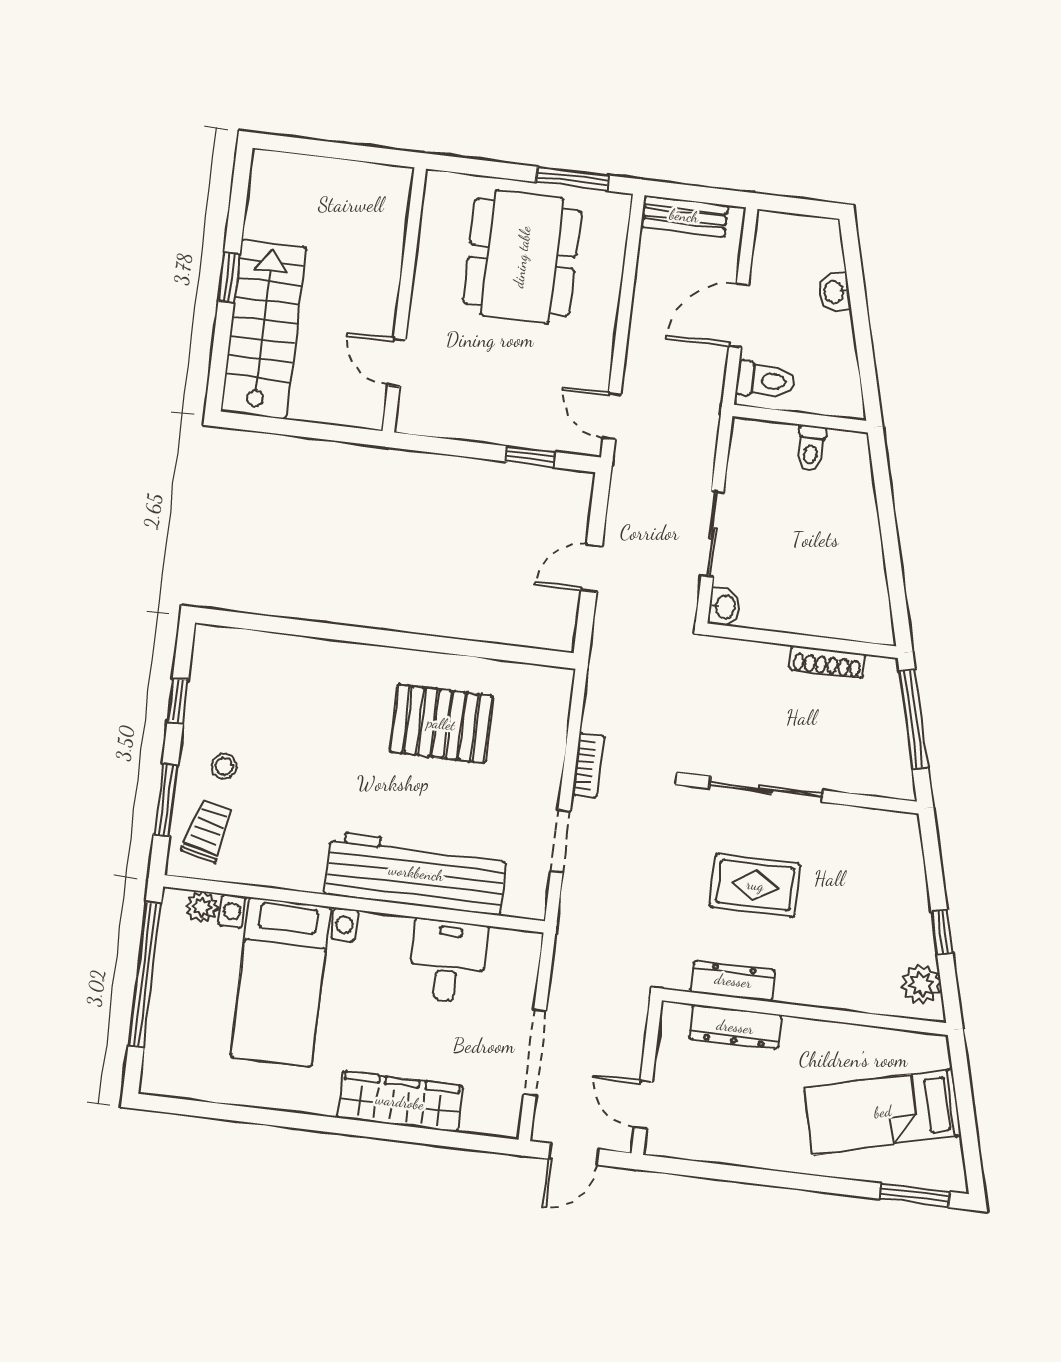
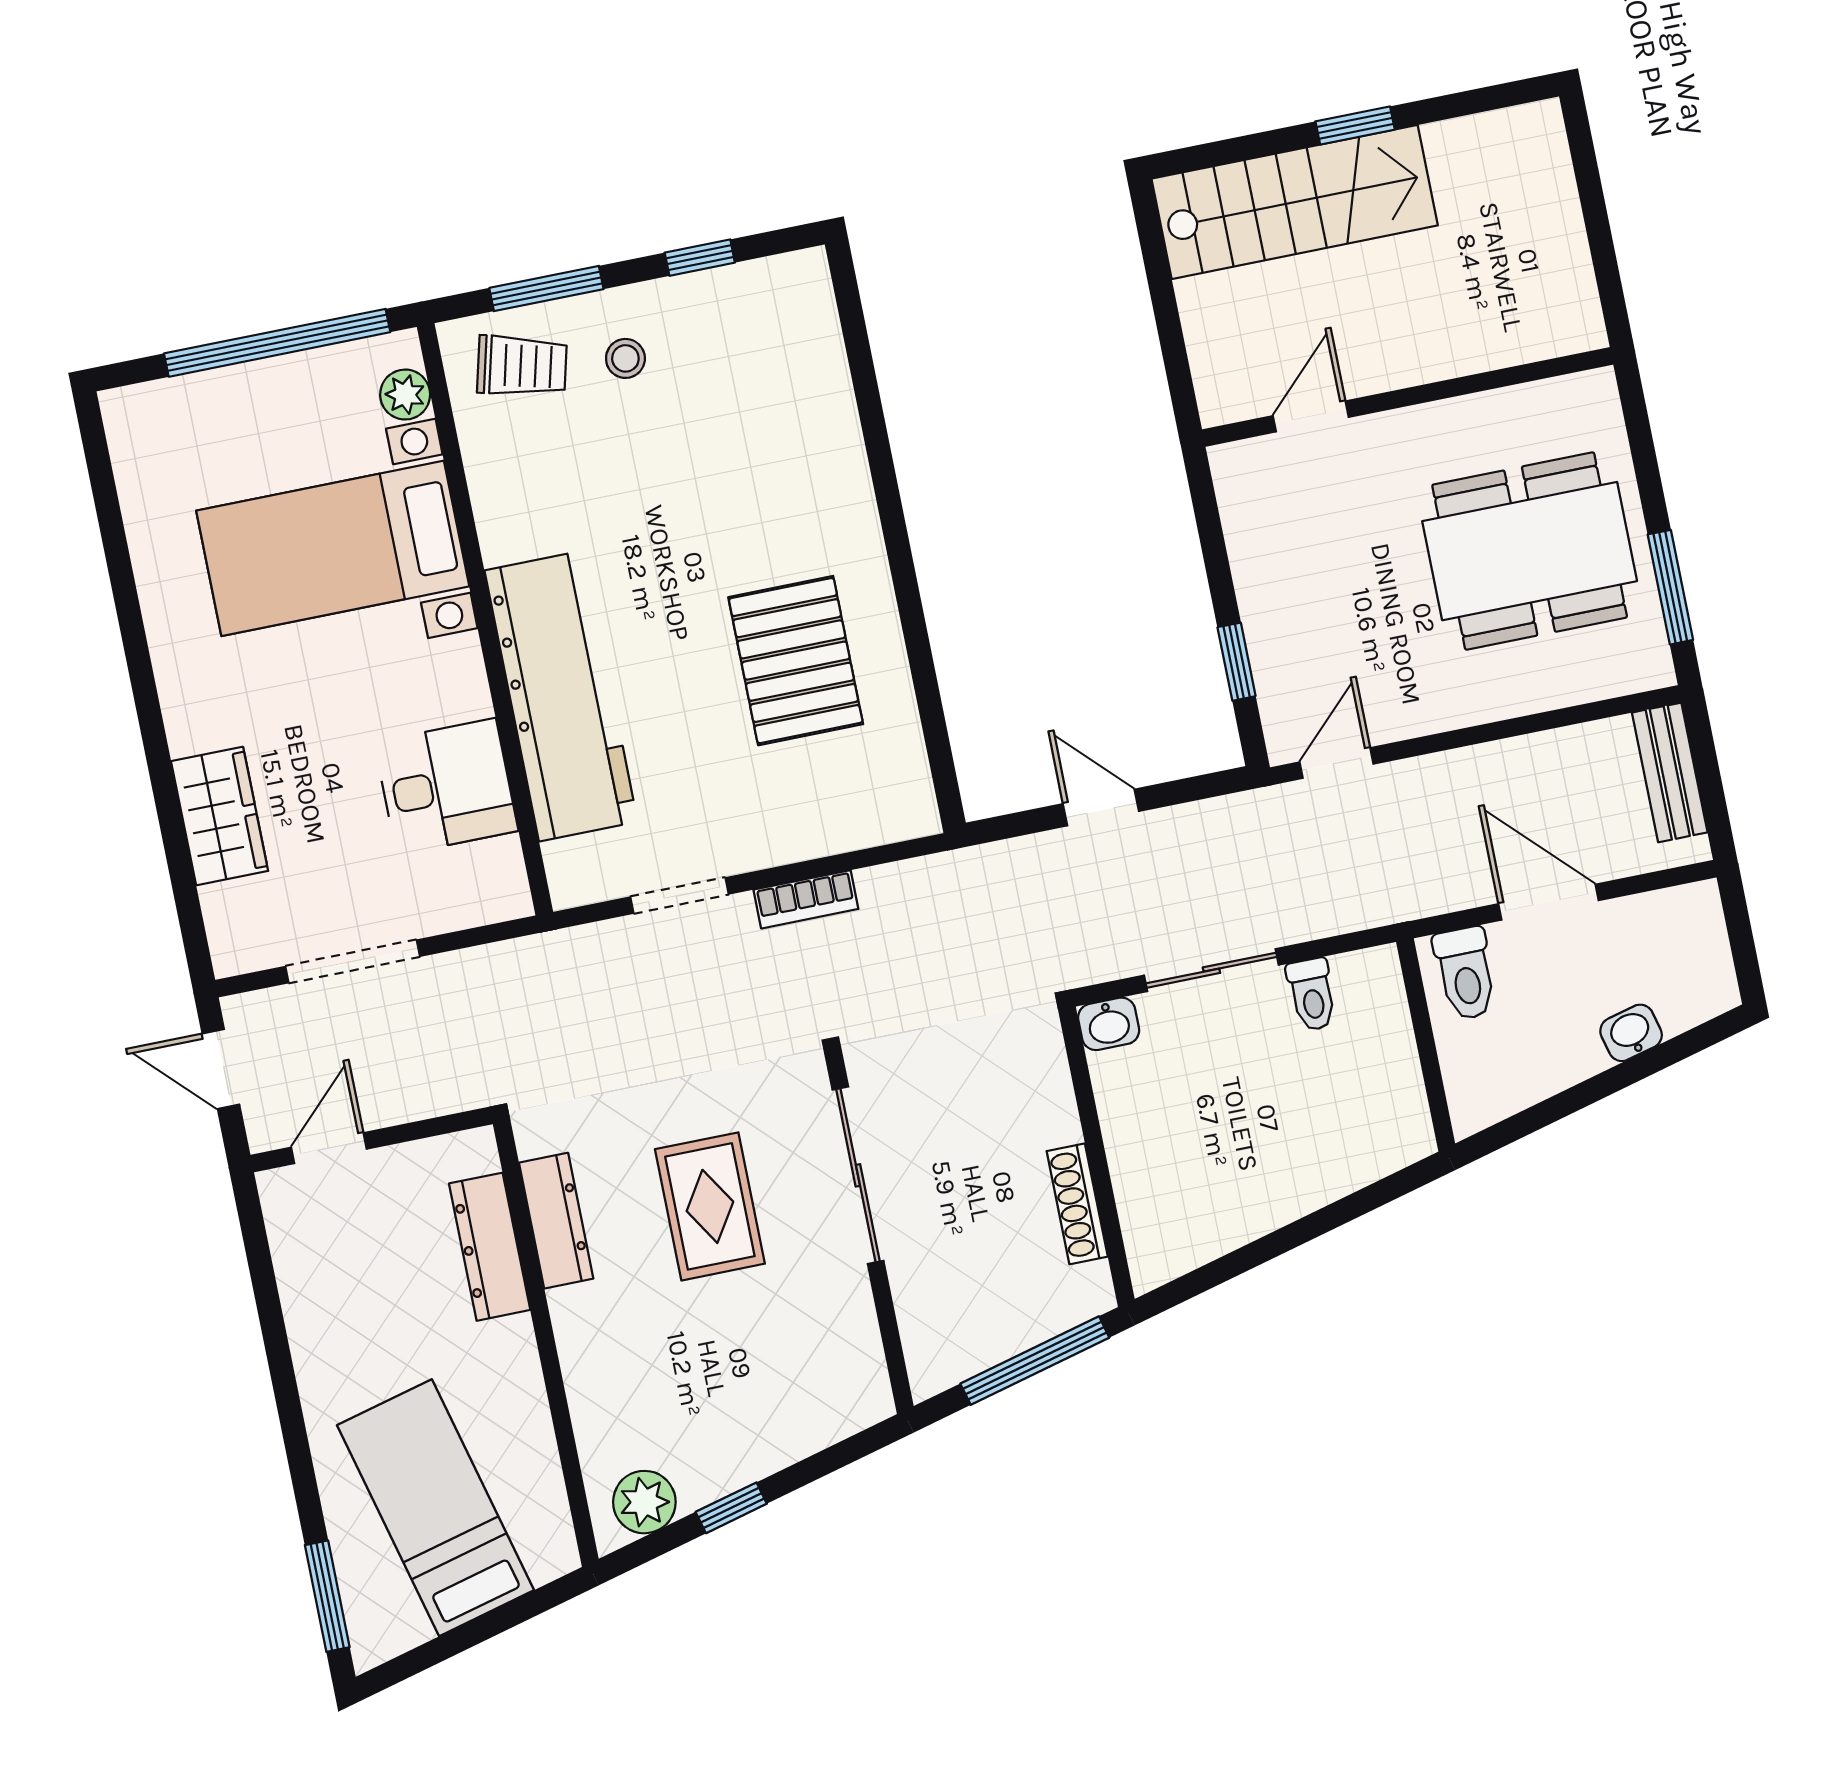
toilet: (811, 448) -> (1312, 994), moved, turned -90
wardrobe: (400, 1102) -> (220, 816), width x0.67

